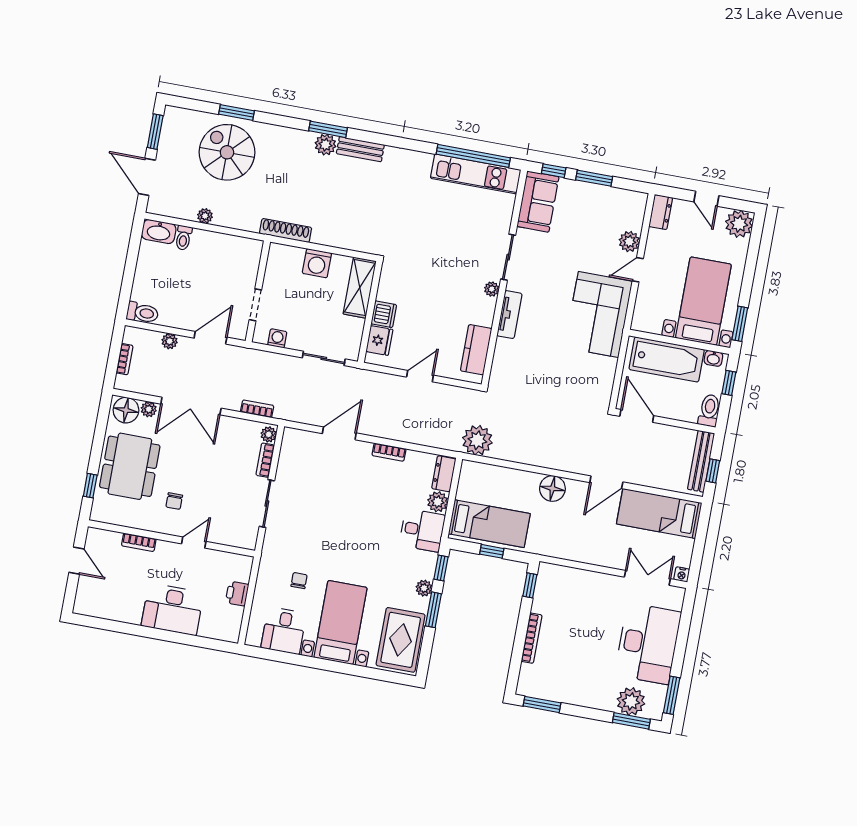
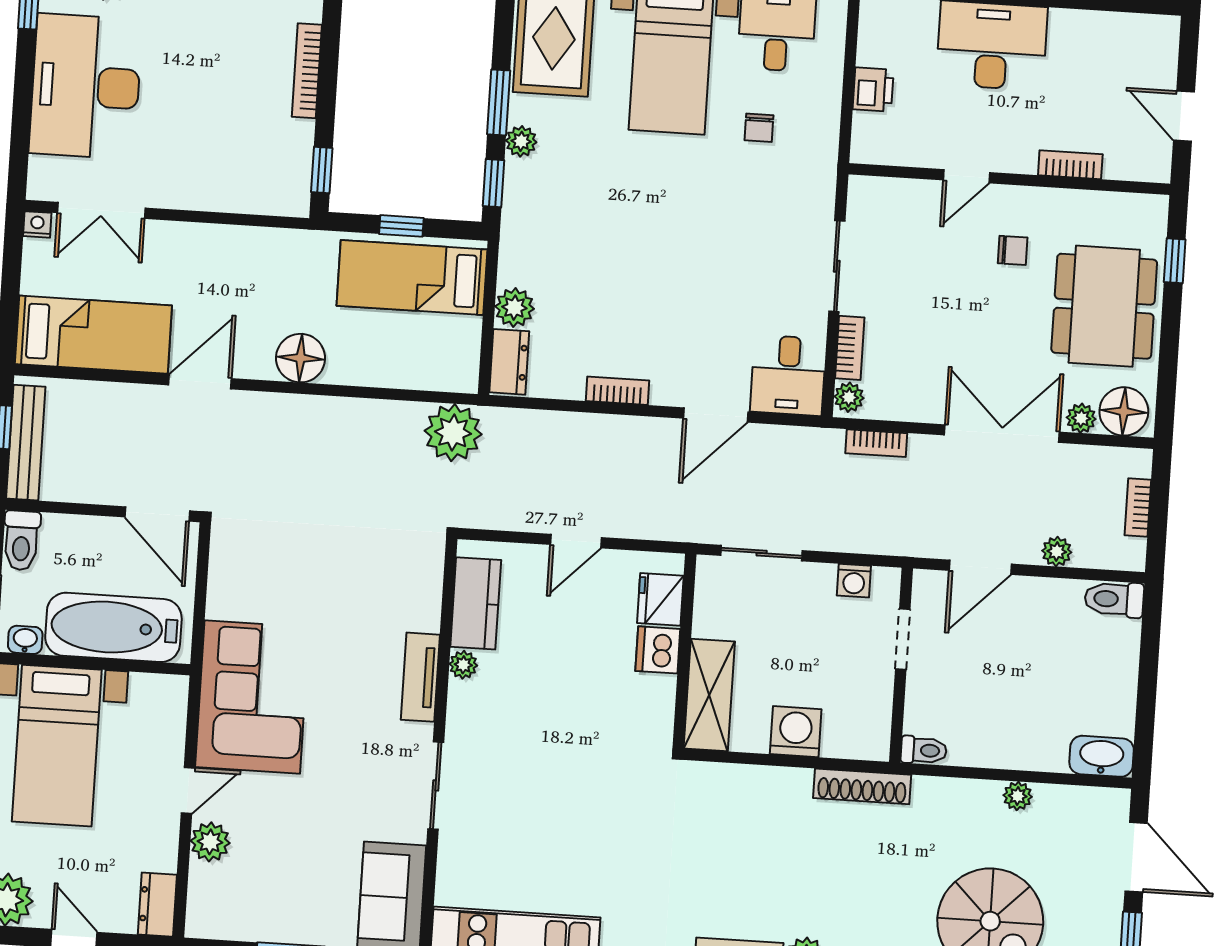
toilet: (184, 238) -> (924, 750), moved, turned 90
plant: (492, 289) -> (463, 665), moved
chair: (174, 501) -> (1013, 250), turned 90
desk: (422, 530) -> (788, 375), moved, turned -90

